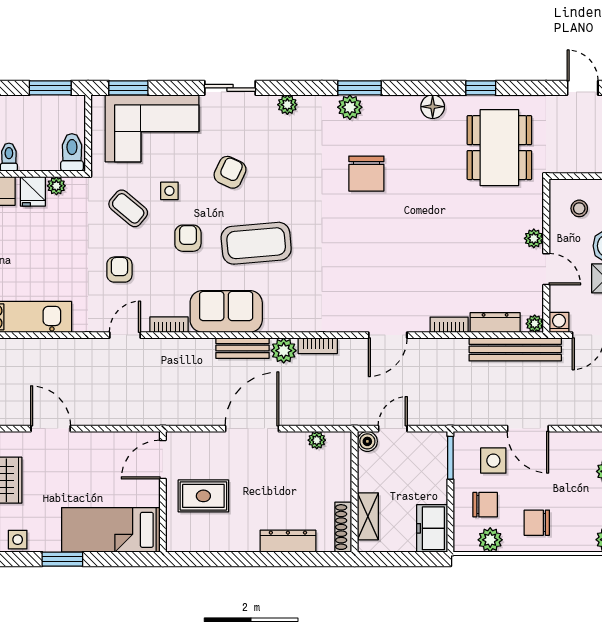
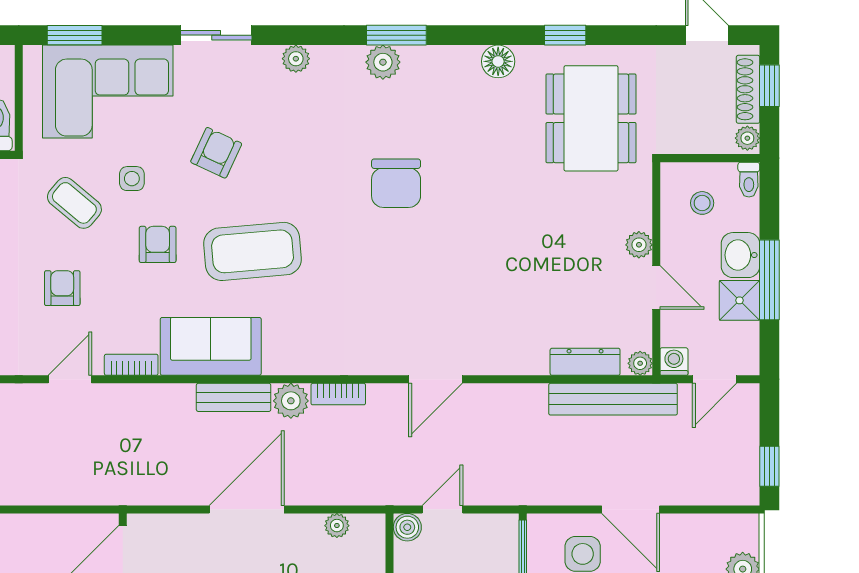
chair: (366, 174) -> (396, 183), moved
bookcase: (449, 325) -> (521, 365), removed

